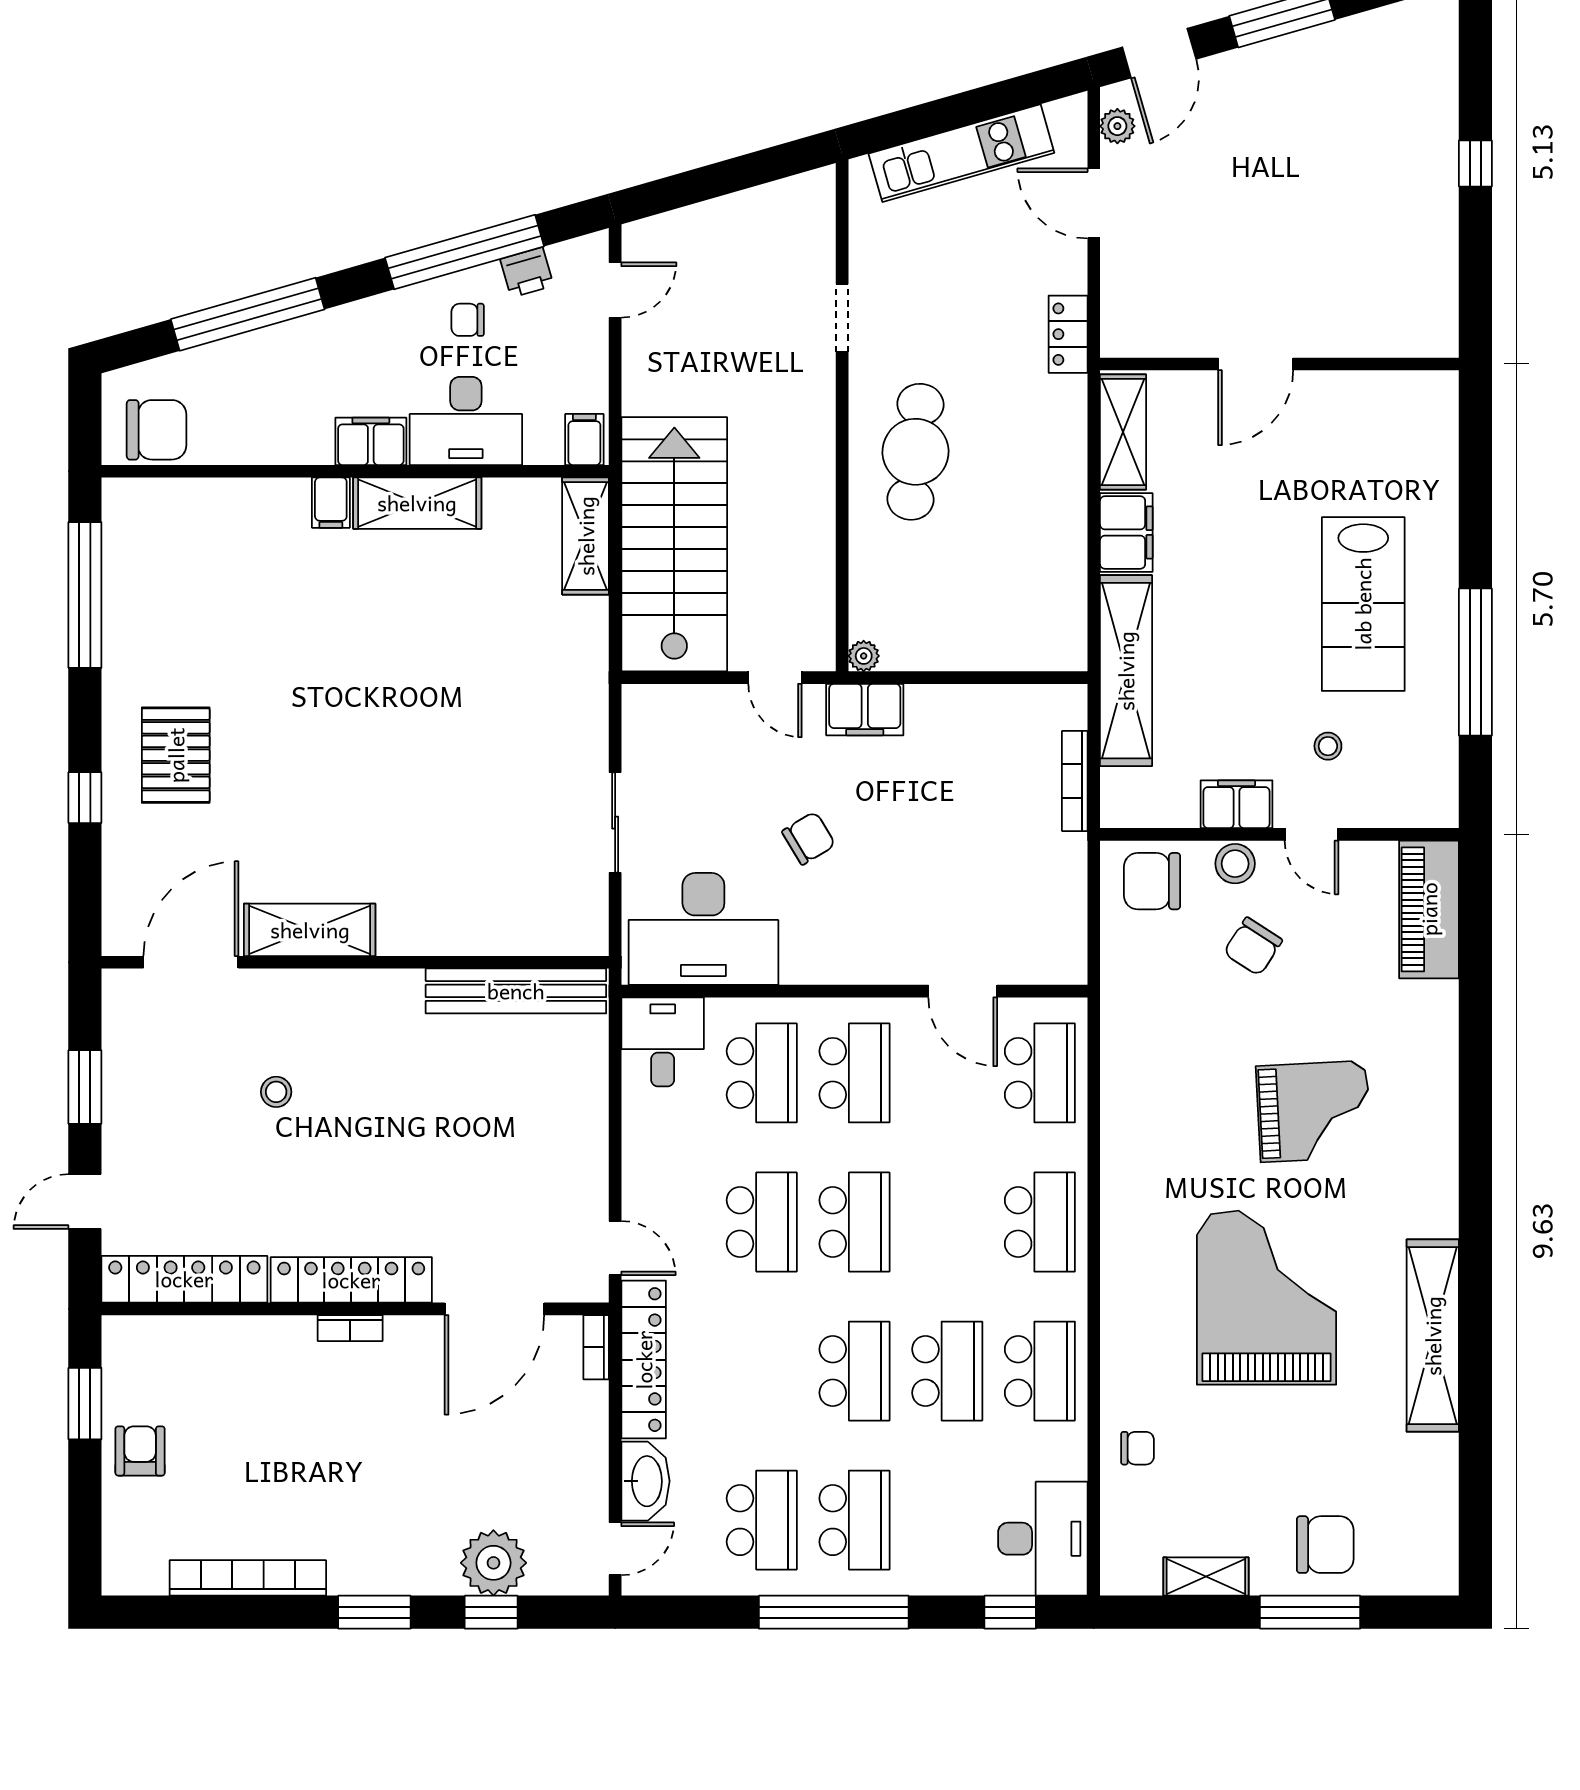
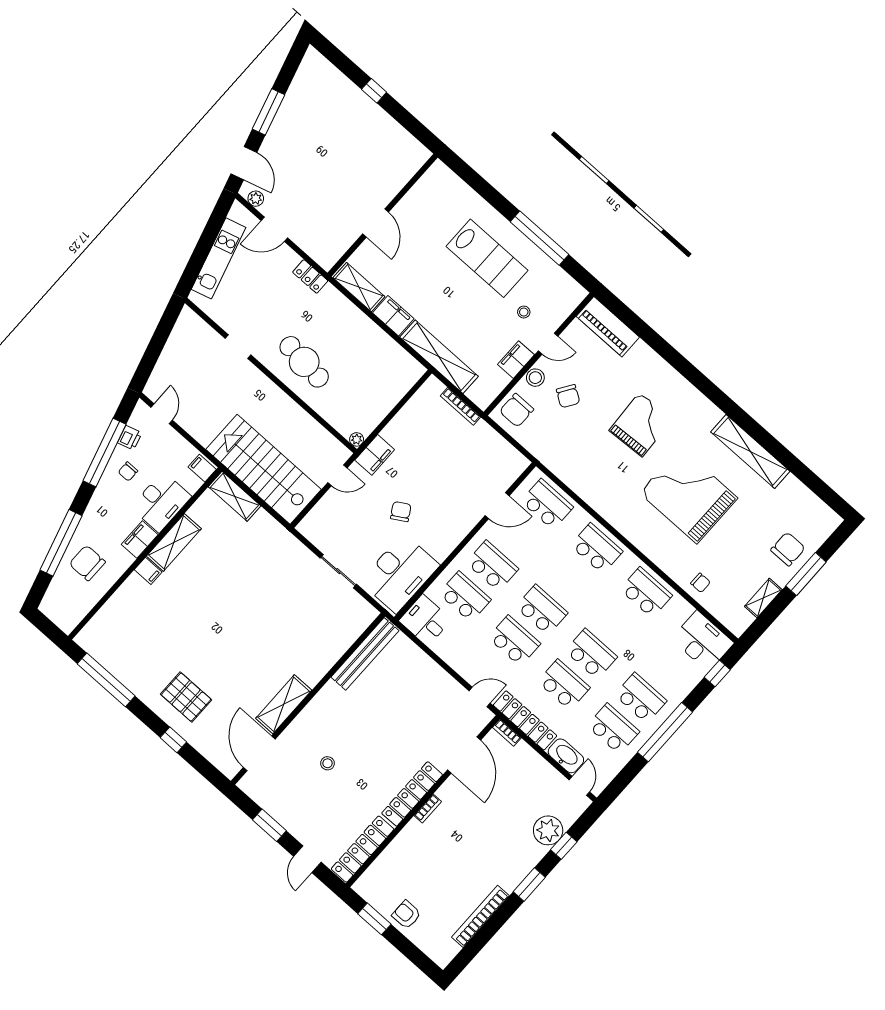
chair: (157, 430) -> (87, 563), moved, turned -90
school desk: (947, 1371) -> (564, 685), moved
chair: (1138, 1448) -> (700, 583), turned 90

